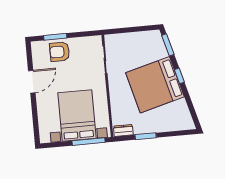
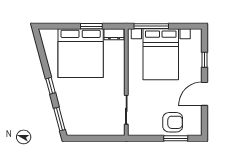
bed: (155, 85) -> (81, 53), moved, turned 105
window: (35, 114) -> (205, 60), added

